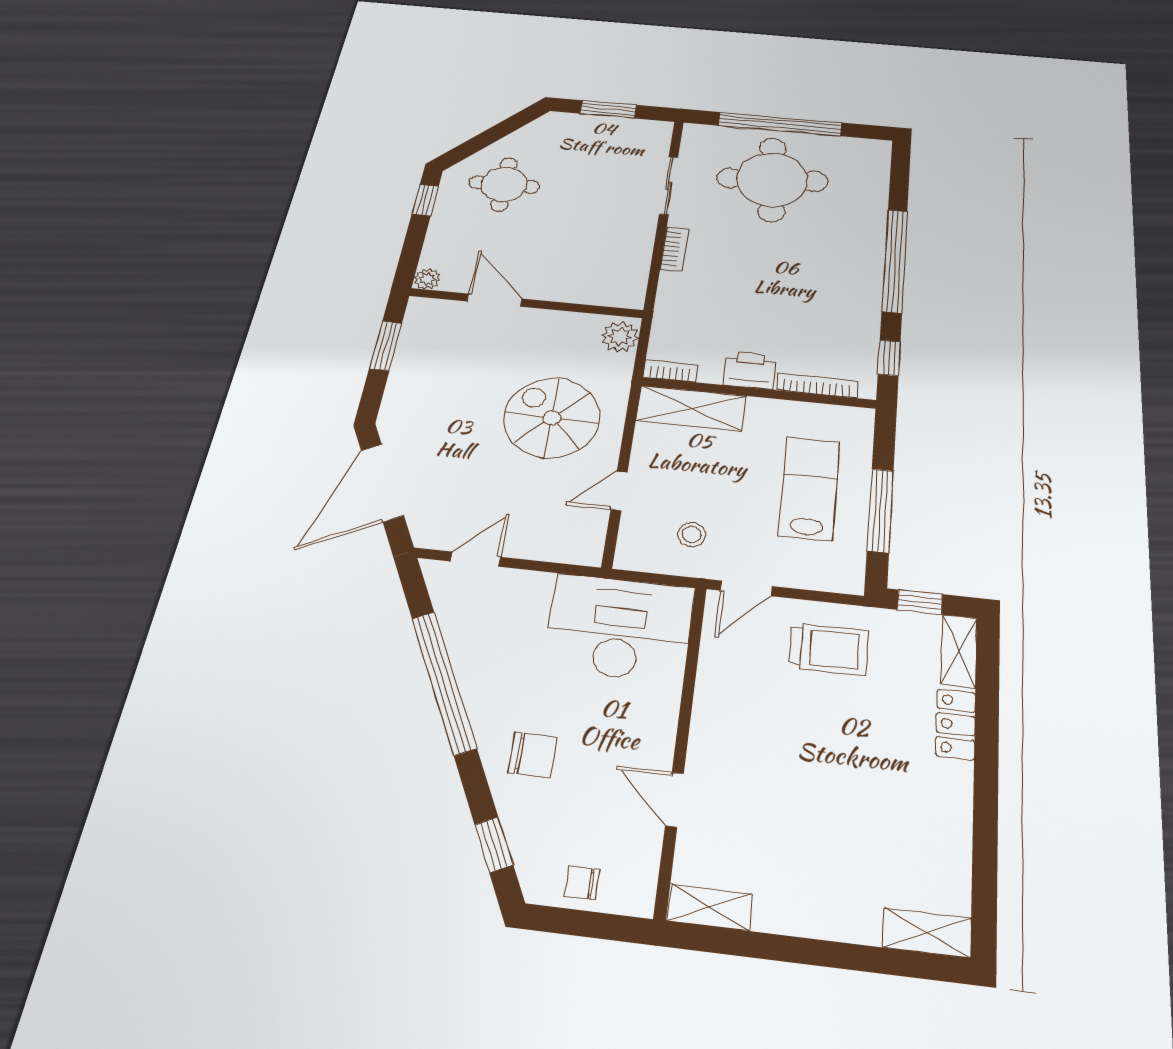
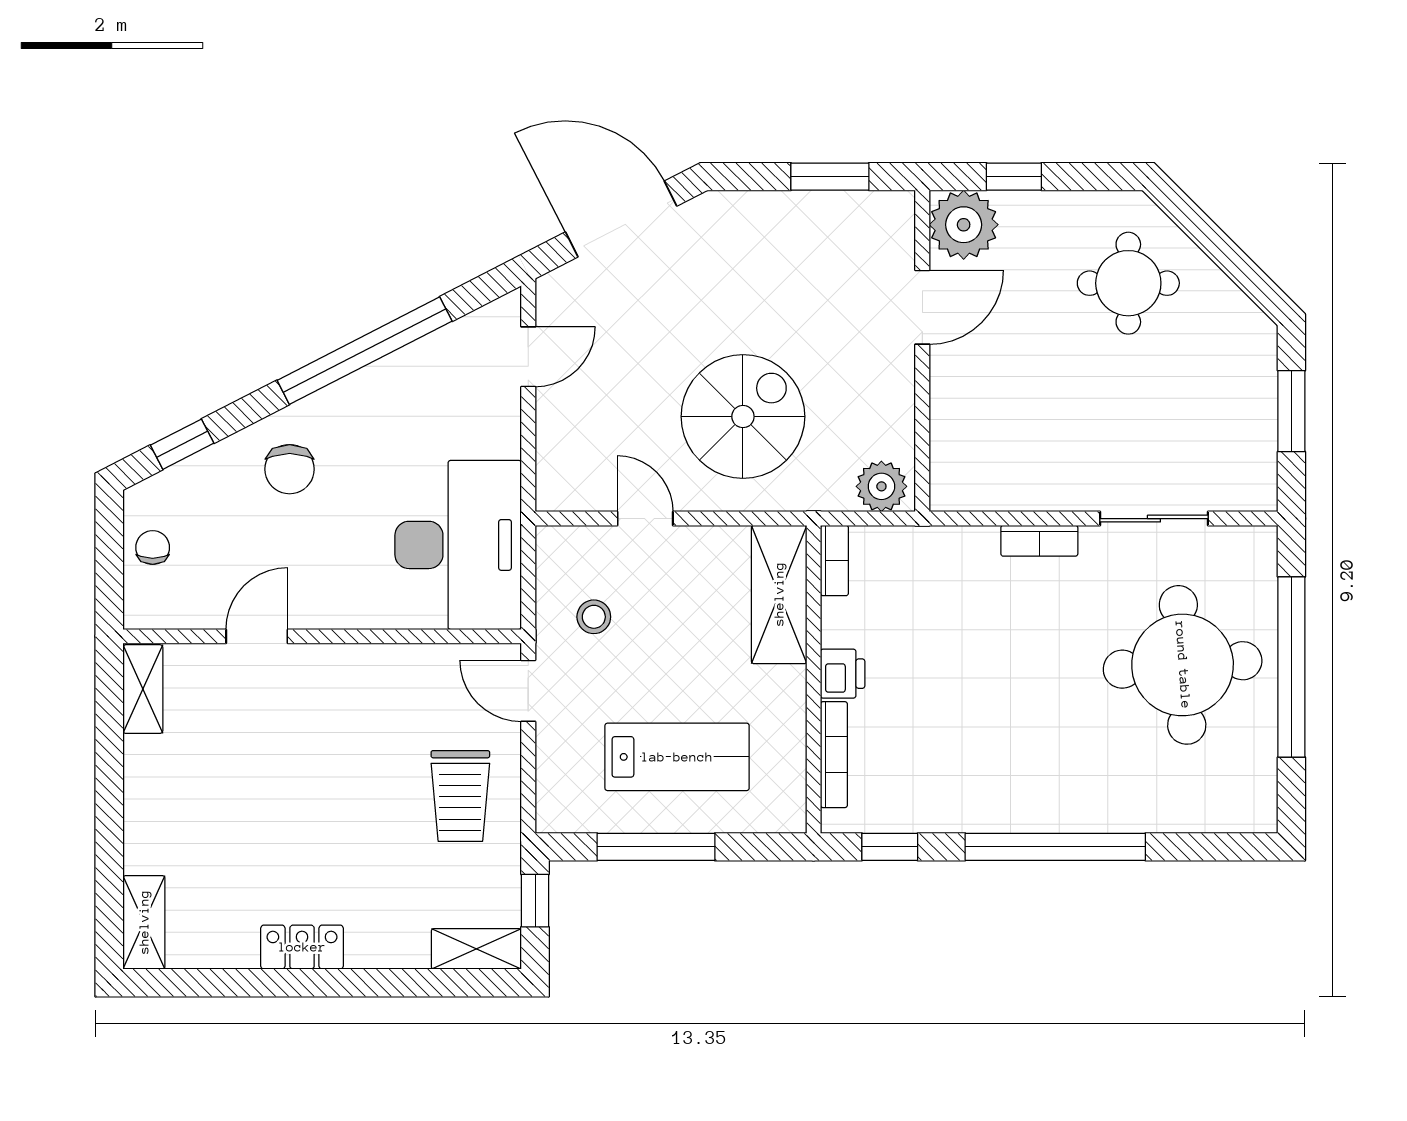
window: (425, 200) -> (1014, 177), moved
plant: (427, 279) -> (964, 225), width x1.87, depth x1.87
printer: (750, 370) -> (843, 674), width x0.73, depth x0.81
door: (475, 559) -> (528, 357), hinge flipped
locker: (956, 724) -> (302, 947), moved

